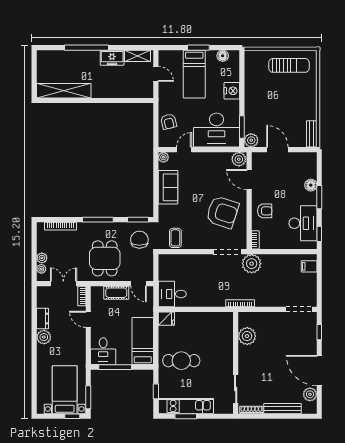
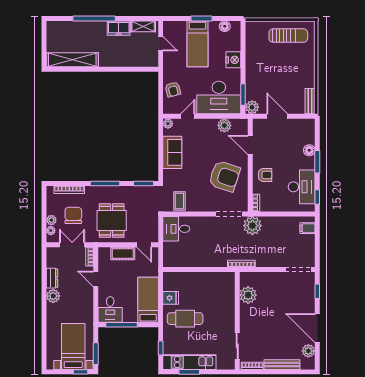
plant: (239, 159) -> (224, 125), moved
chair: (139, 240) -> (73, 215), moved
desk: (172, 294) -> (176, 229), moved
fridge: (166, 319) -> (171, 298), moved

